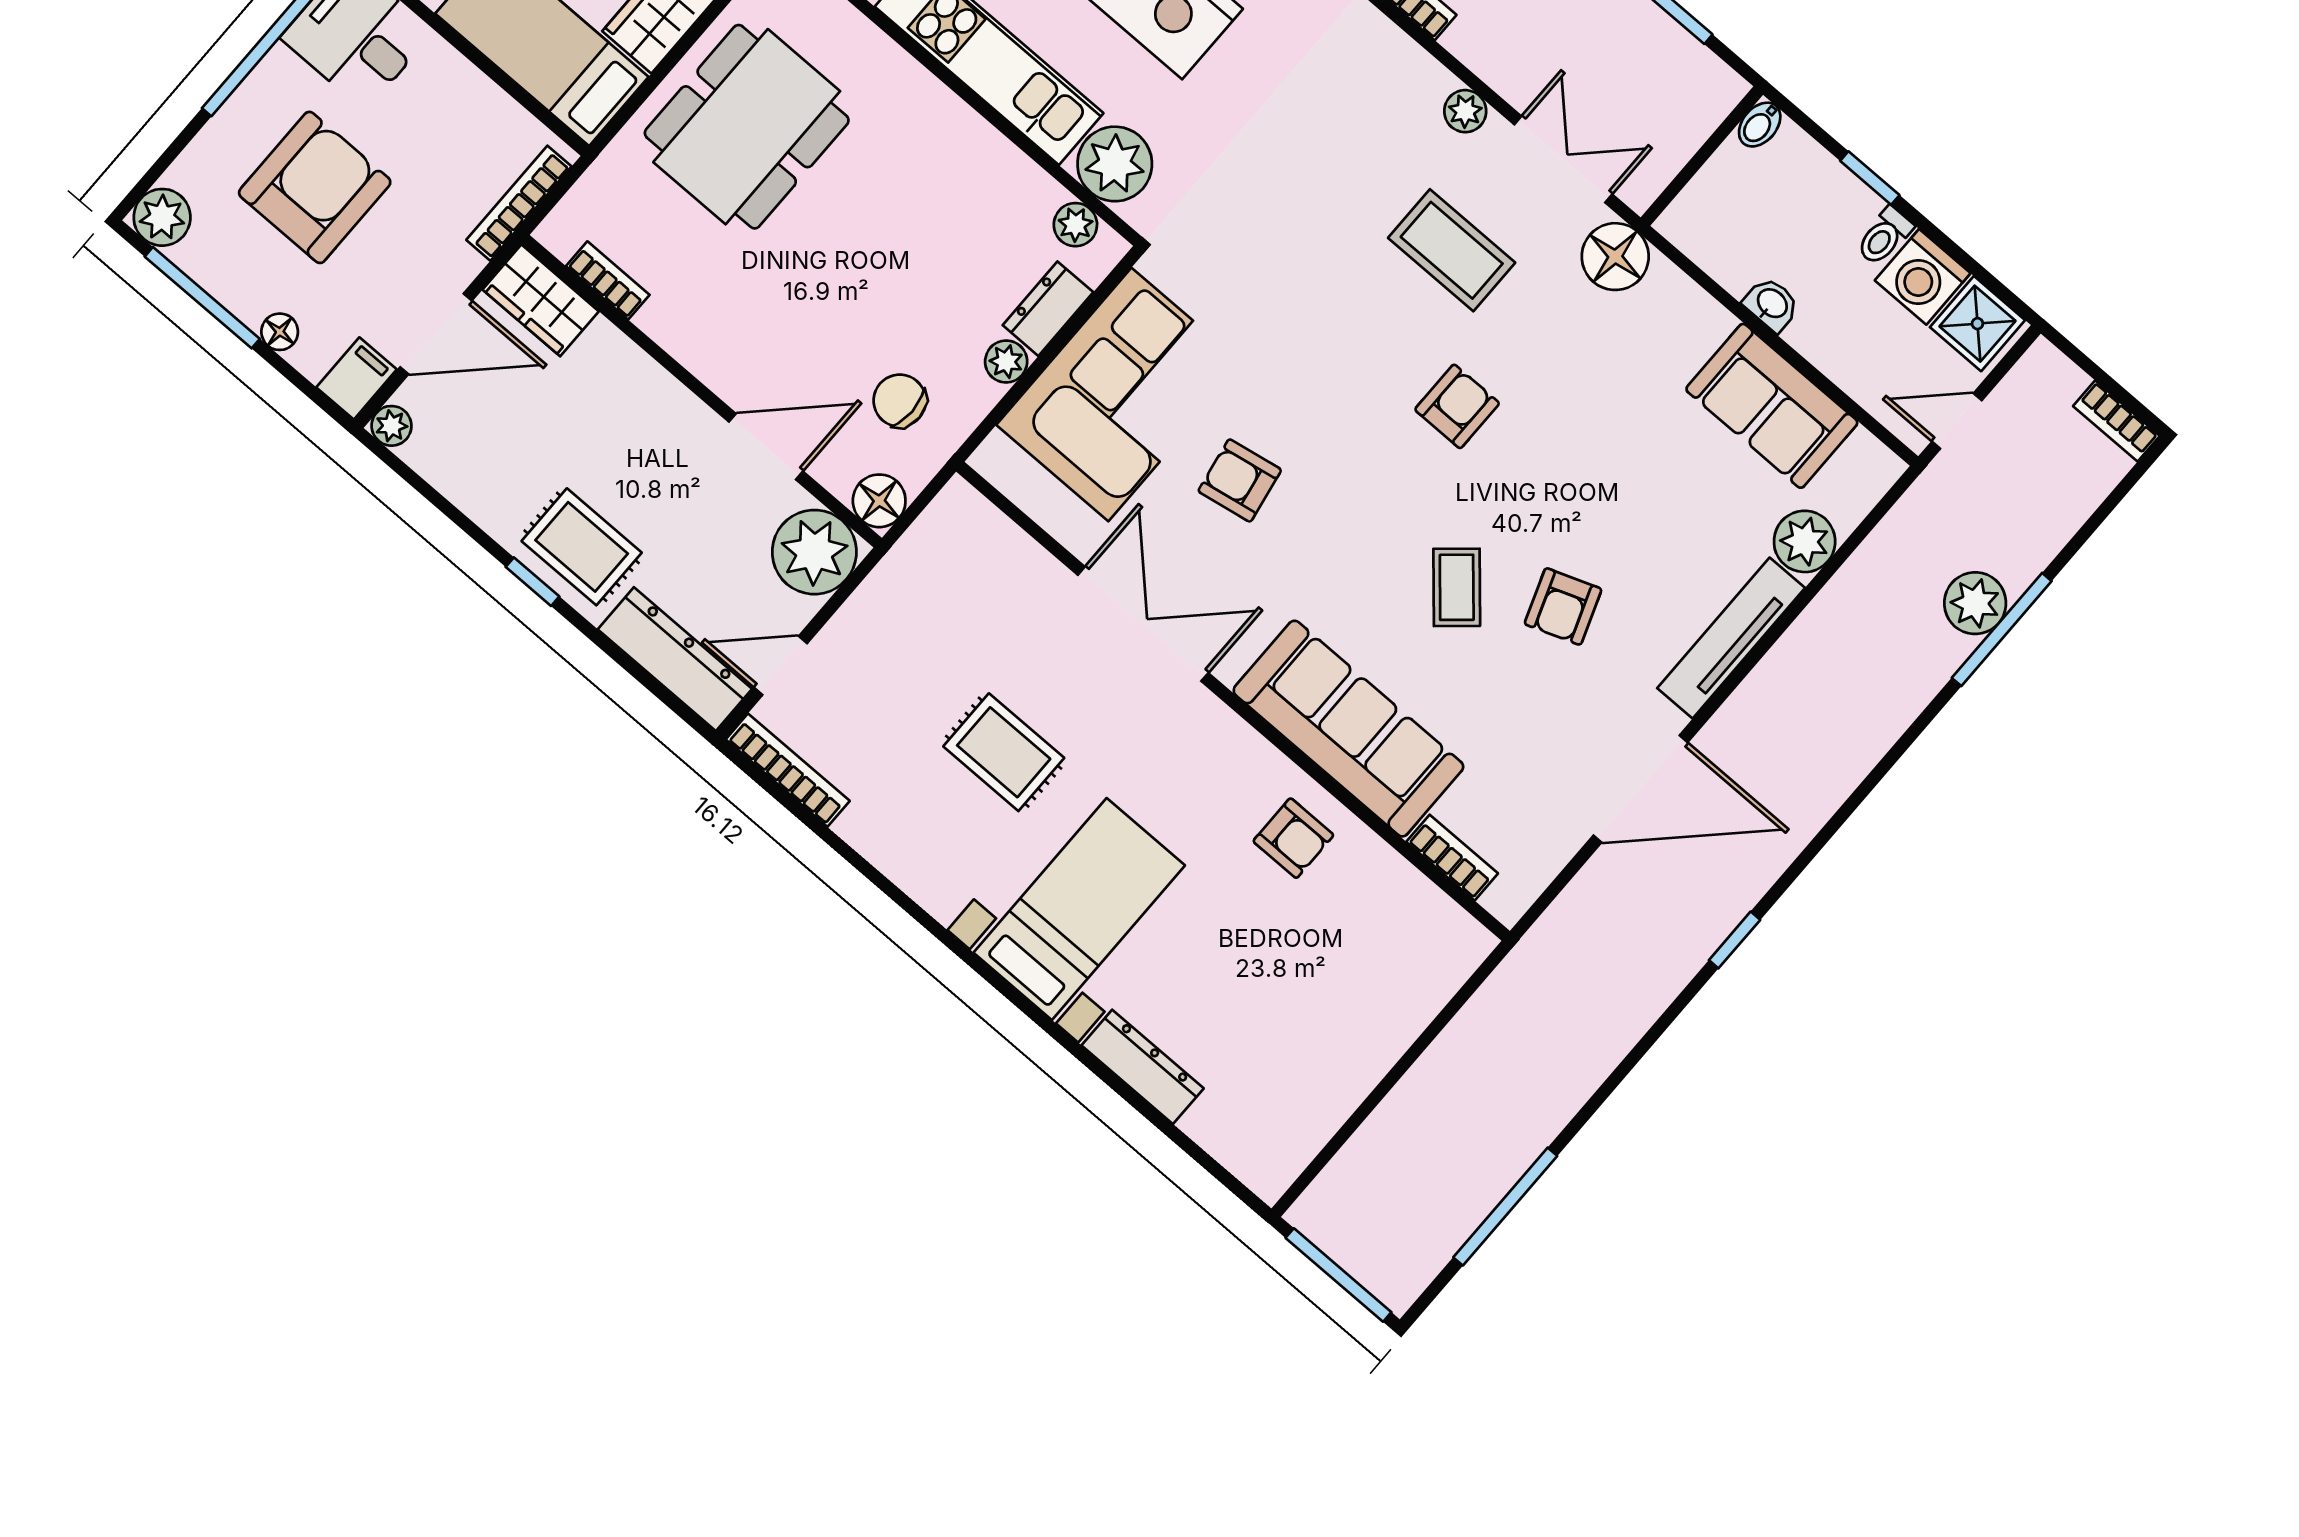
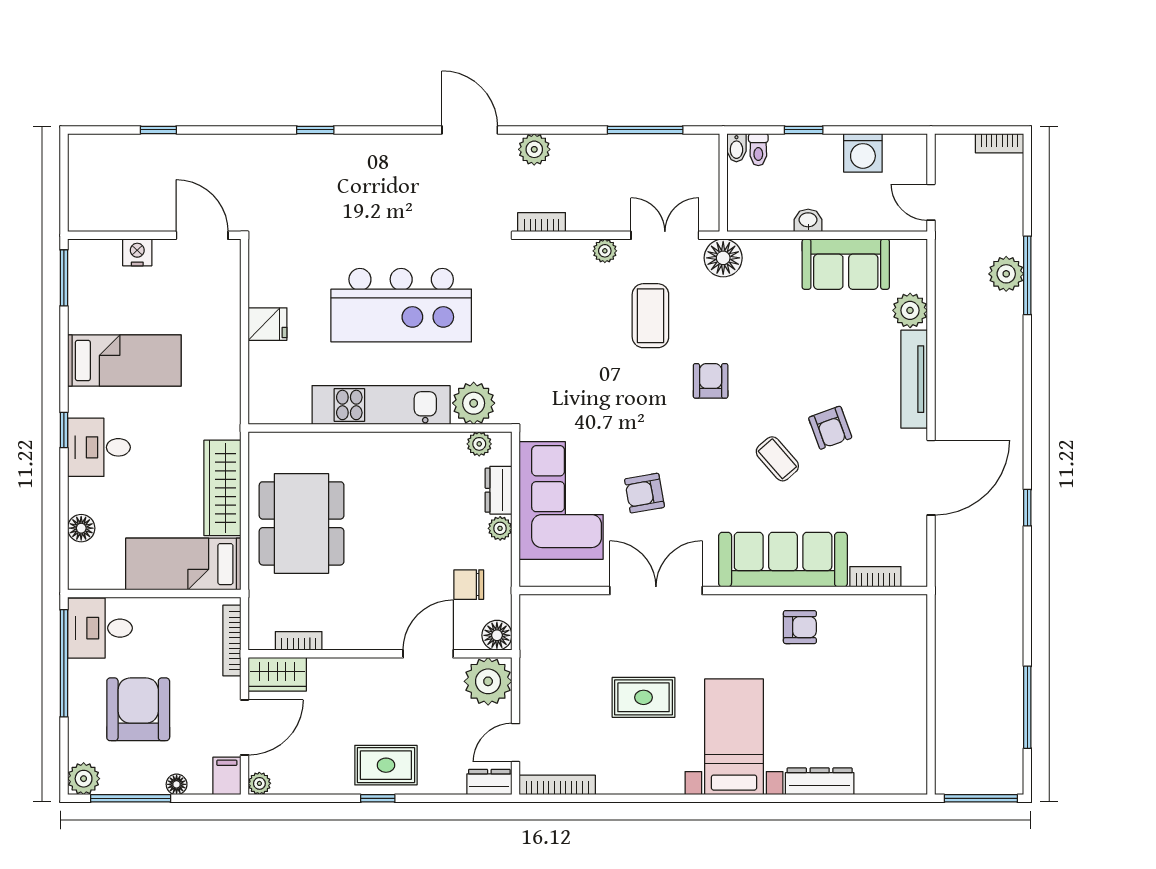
toilet: (1884, 236) -> (758, 150), moved
coffee table: (1452, 250) -> (650, 316), turned 90
shower: (1977, 324) -> (904, 153), removed
door: (1957, 421) -> (931, 202), hinge flipped
dresser: (675, 659) -> (489, 782), width x0.51, depth x0.80

